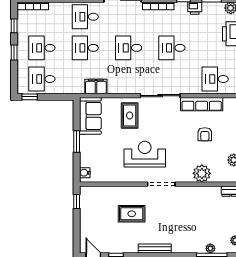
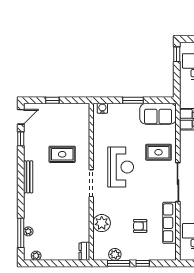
window: (77, 201) -> (52, 100), moved
rug: (132, 214) -> (62, 154), turned 90

